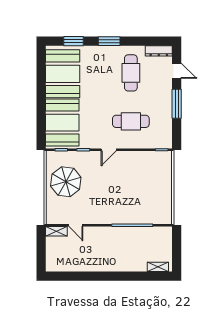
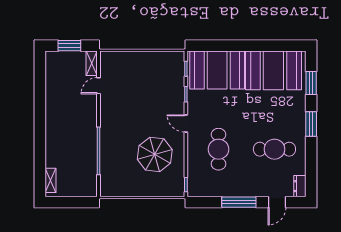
dresser: (159, 51) -> (300, 186), width x0.70
parasol: (66, 182) -> (155, 154), moved
window: (41, 250) -> (69, 46), added

